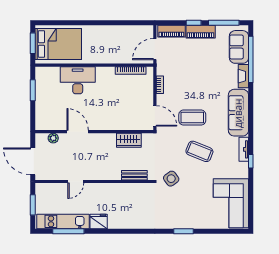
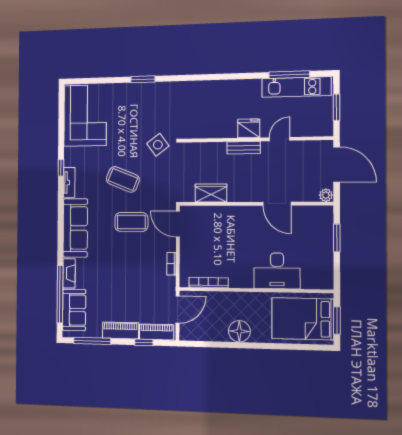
window: (194, 23) -> (144, 342), moved
floor lamp: (106, 33) -> (239, 331), added
window: (33, 90) -> (337, 238), moved
plant: (53, 138) -> (326, 195), moved
bench: (134, 175) -> (244, 148), moved
fridge: (99, 221) -> (249, 128), moved, turned 180

